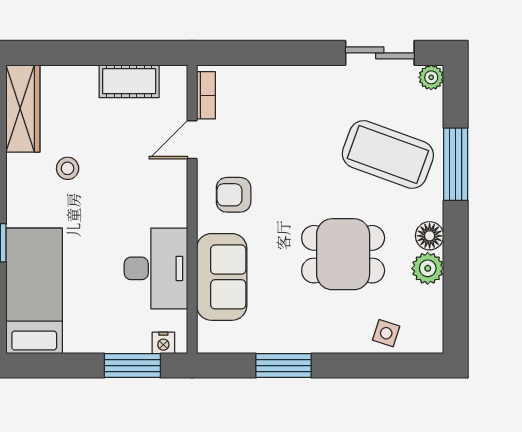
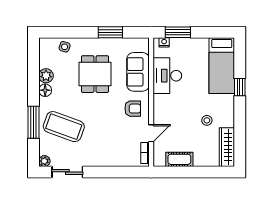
dining table: (343, 254) -> (95, 74), moved, turned 90

